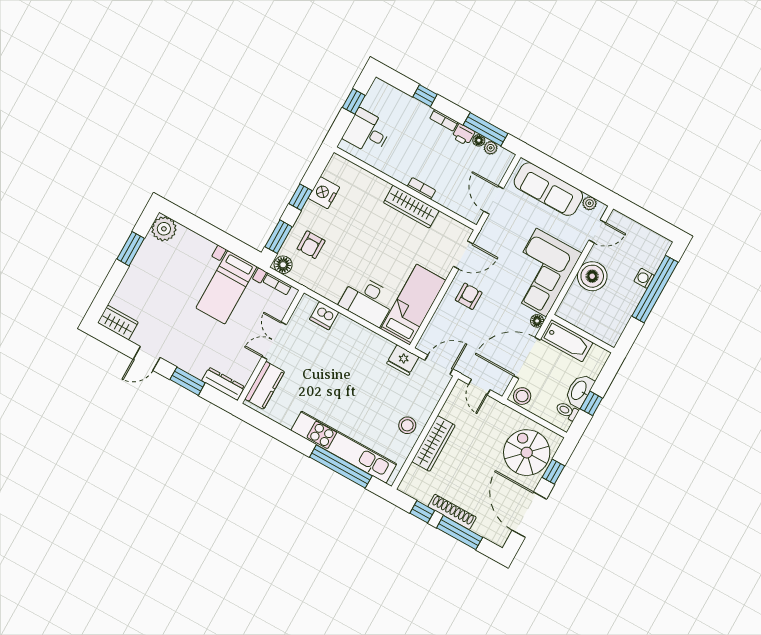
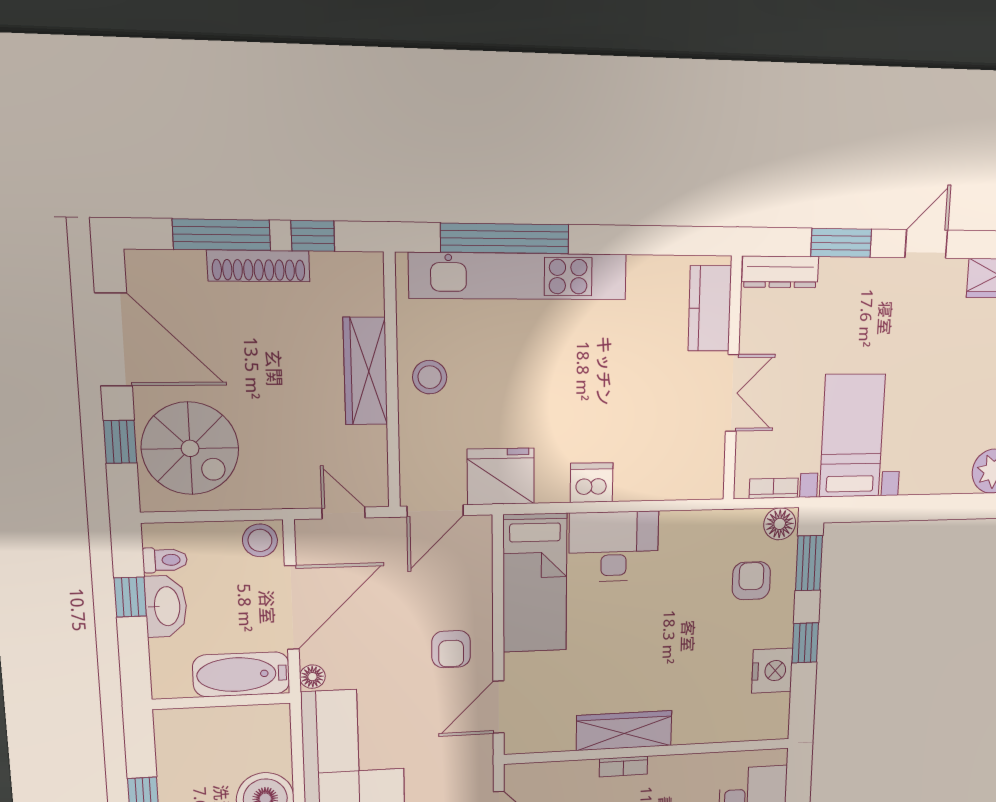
dishwasher: (324, 316) -> (592, 483), moved
fridge: (403, 360) -> (501, 476), width x1.36, depth x1.34

